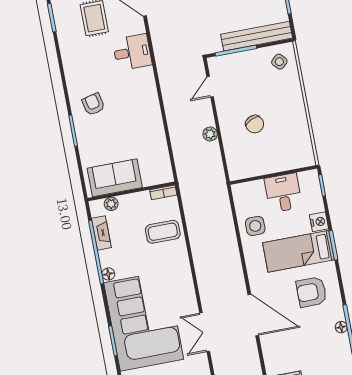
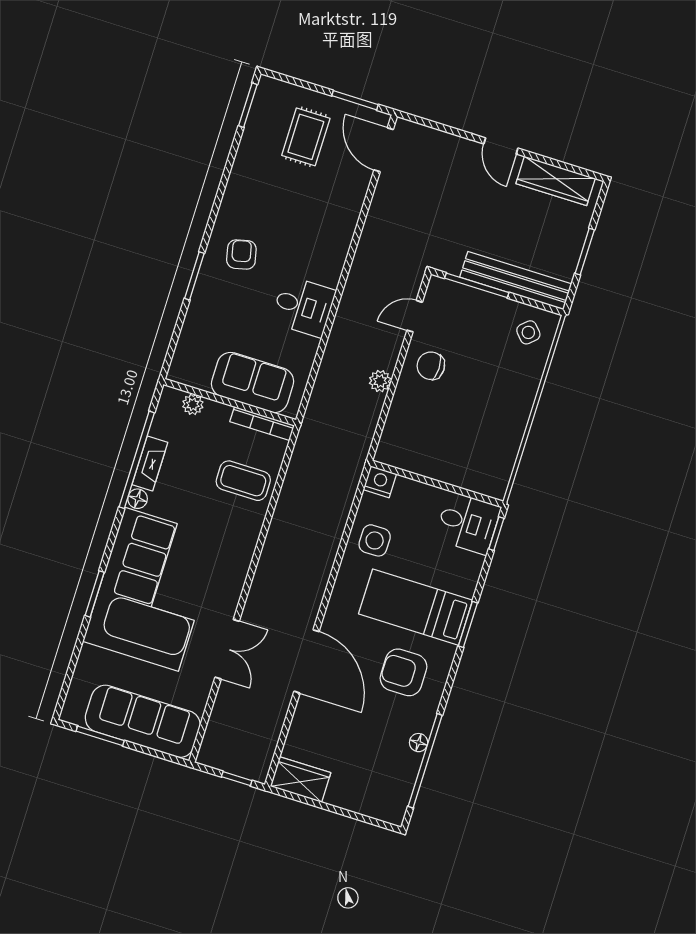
desk: (132, 52) -> (303, 306), moved
chair: (255, 124) -> (431, 366), moved, turned 114
sofa: (115, 178) -> (253, 383), moved
bookcase: (163, 192) -> (262, 423), width x1.56
desk: (283, 193) -> (468, 523), moved, turned 90
nightstand: (319, 222) -> (380, 482), moved, turned -90
fireplace: (101, 233) -> (150, 463), moved
double door: (205, 332) -> (227, 649), swing flipped

